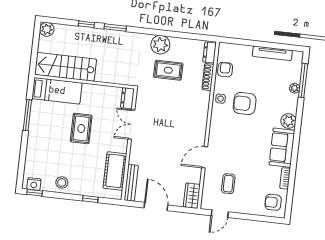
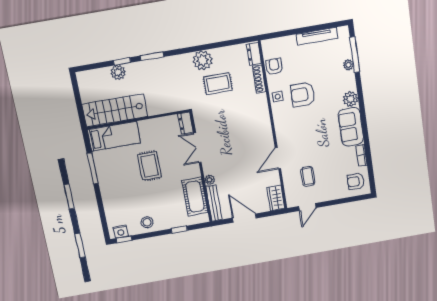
plant: (47, 29) -> (118, 72), moved
plant: (134, 159) -> (210, 180), added

